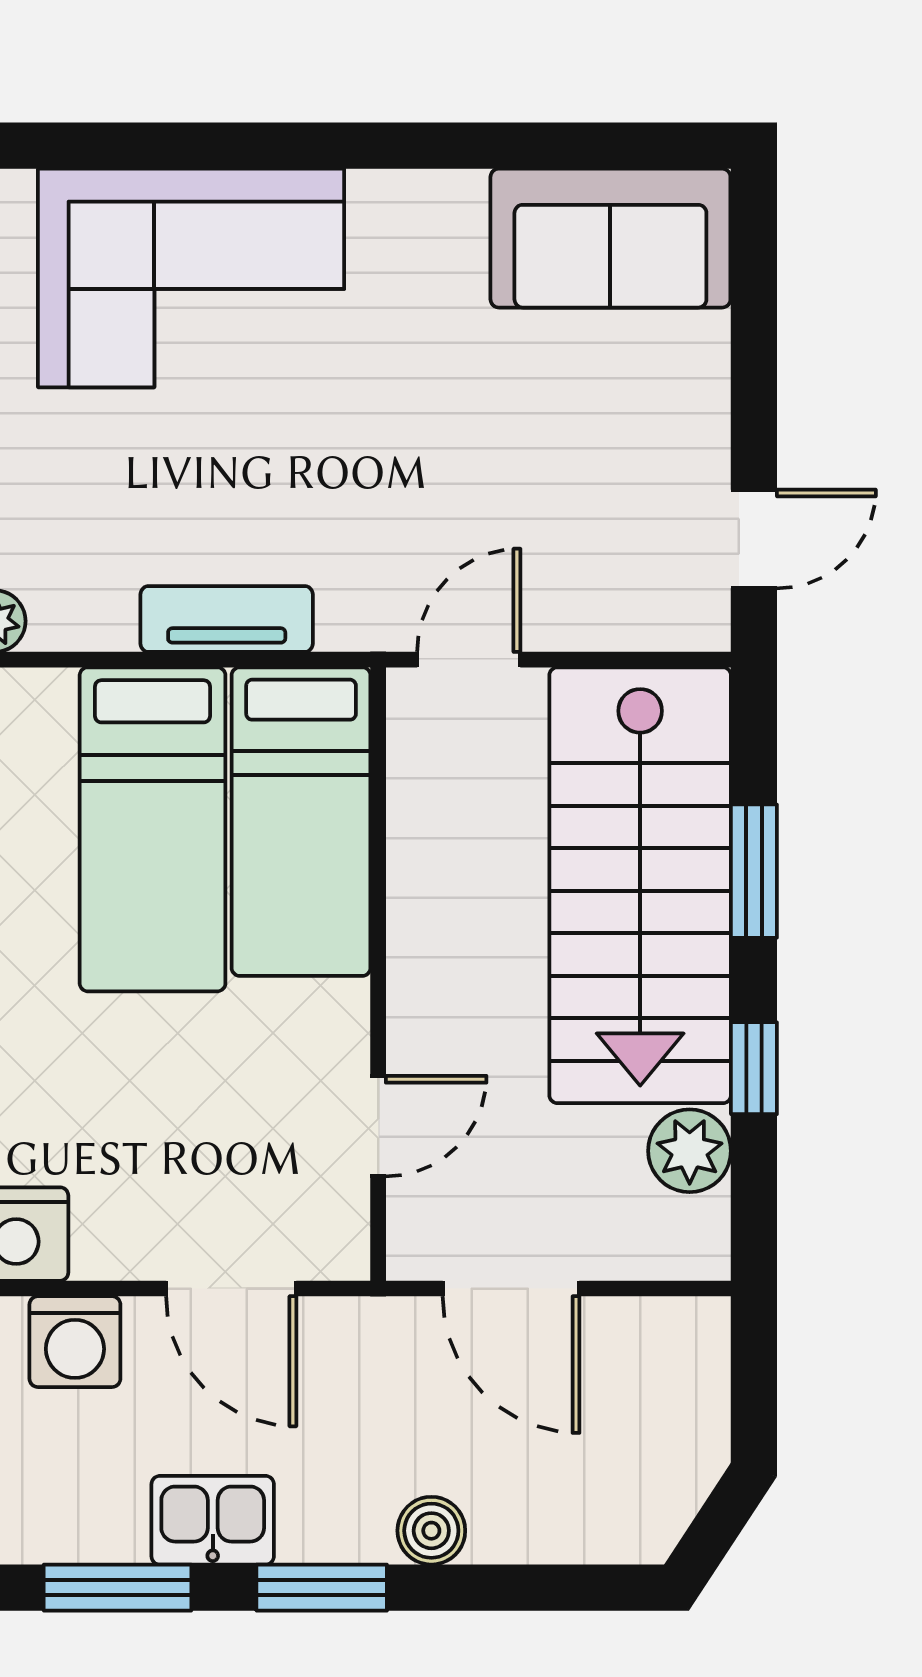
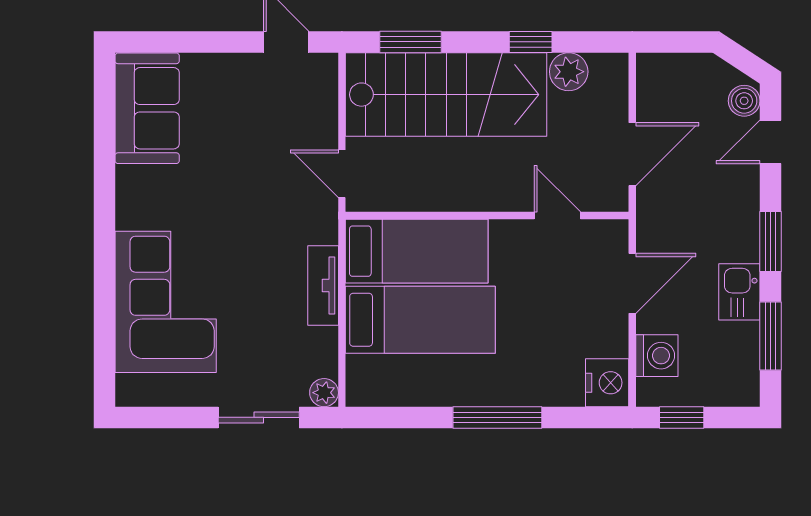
window: (754, 871) -> (410, 42), moved
boiler: (431, 1531) -> (744, 101), moved
door: (538, 1588) -> (770, 142), added

